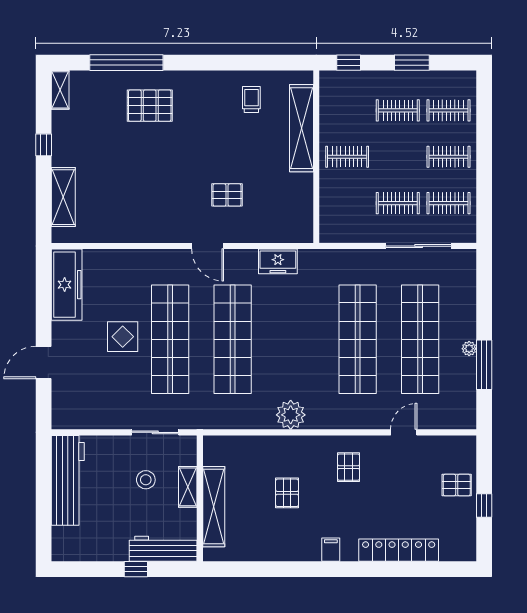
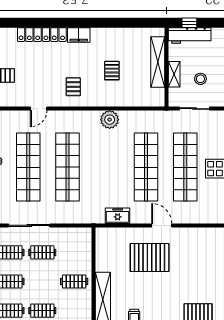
pallet: (227, 195) -> (150, 258), width x2.05, depth x2.00
filing cabinet: (331, 550) -> (79, 35), width x2.00
window: (136, 569) -> (189, 23), moved

